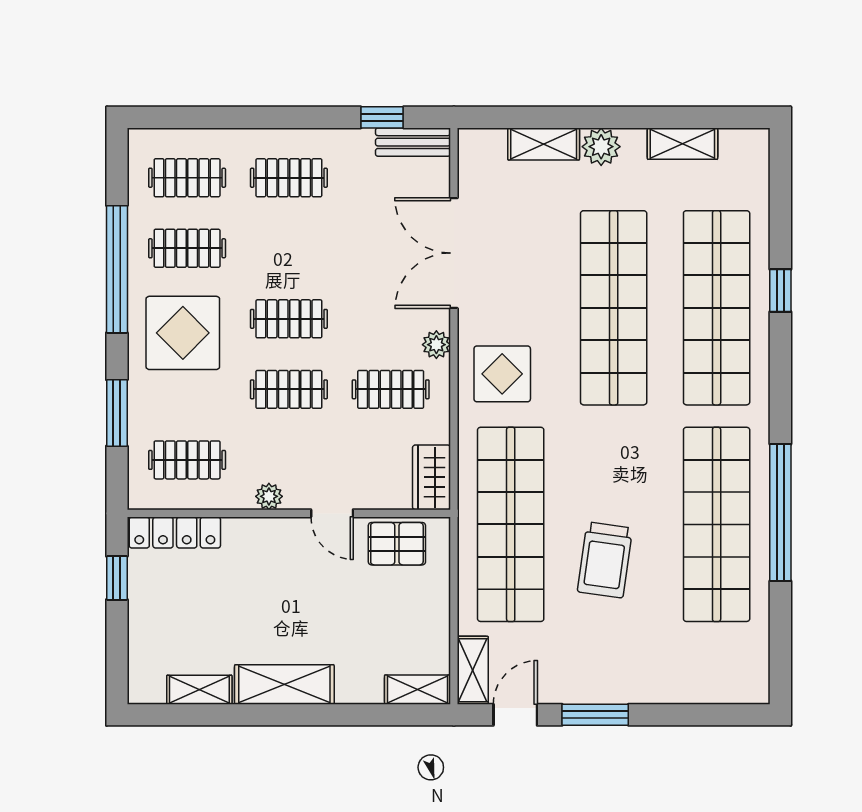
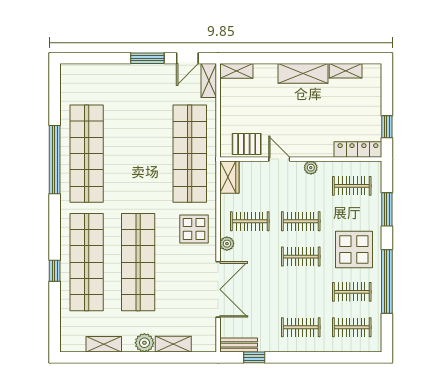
trolley: (605, 560) -> (143, 136), removed

